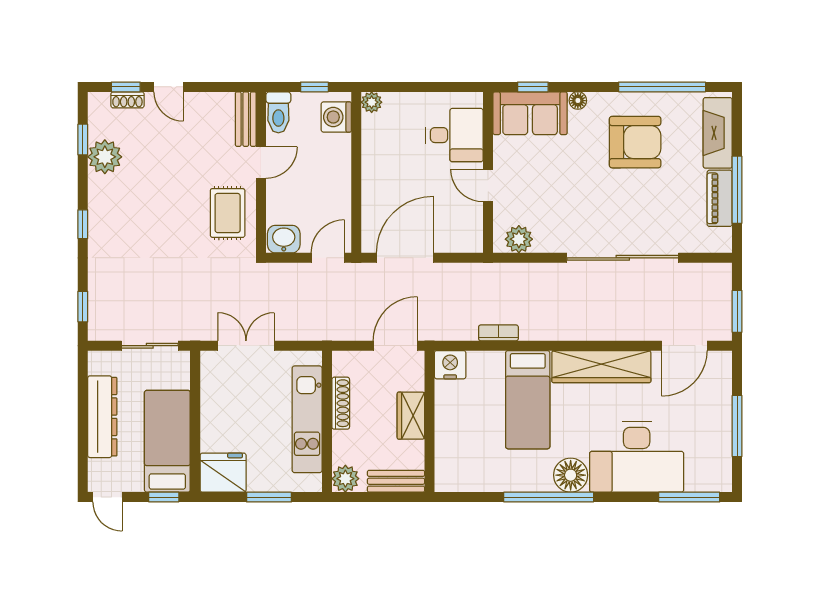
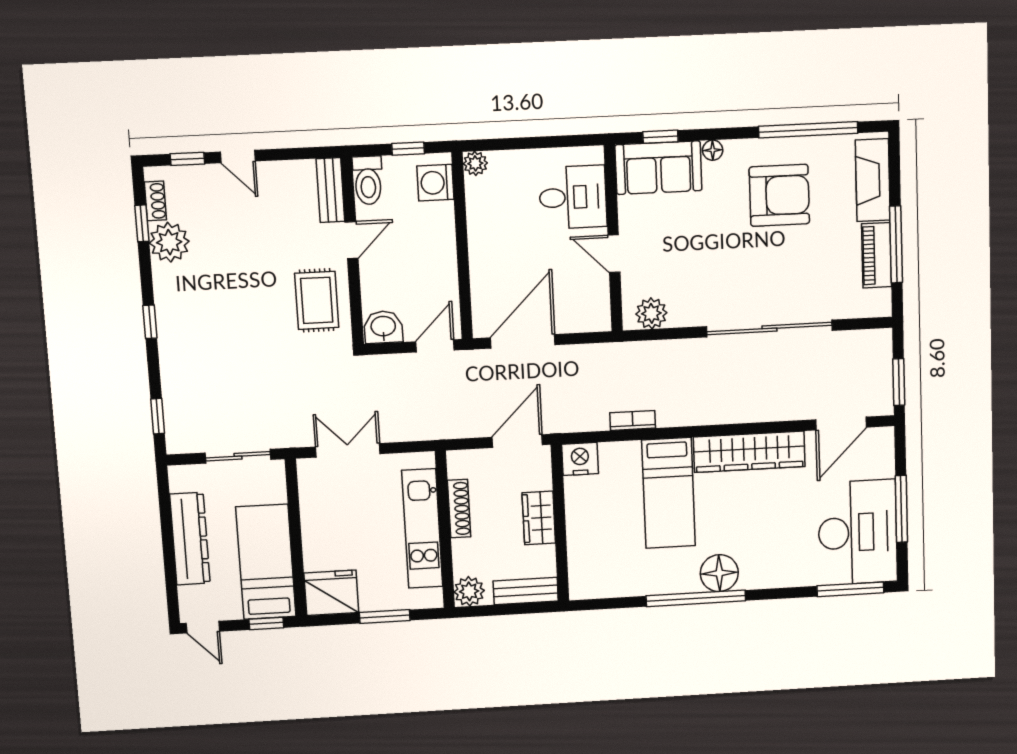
shoe rack: (127, 100) -> (155, 201), moved, turned -90
desk: (637, 457) -> (858, 532), moved, turned -90

